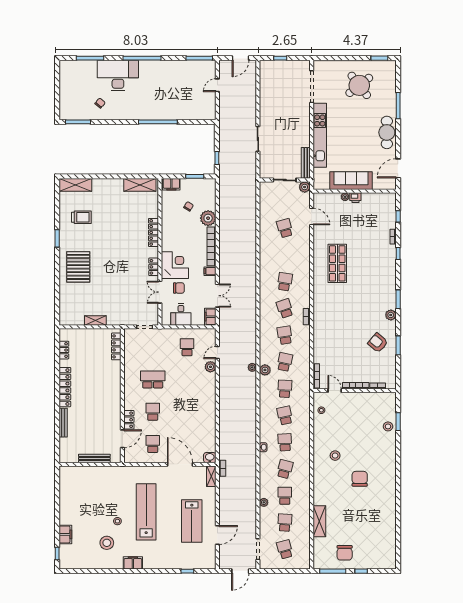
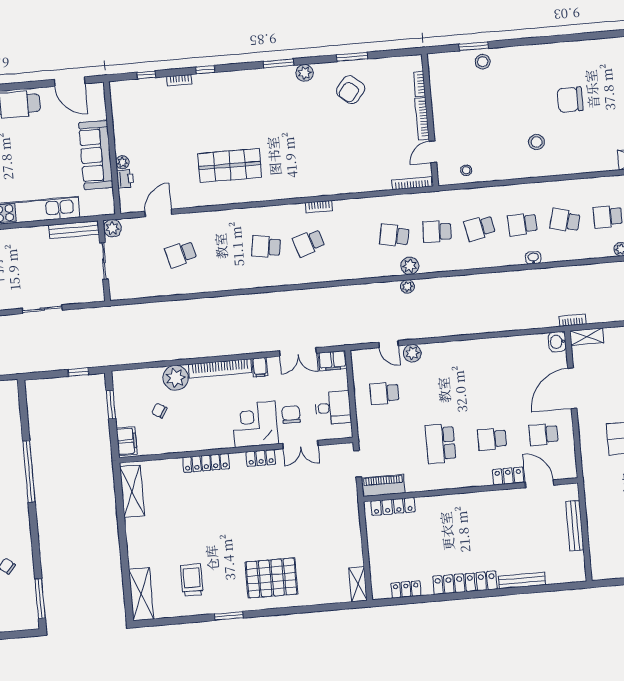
printer: (355, 198) -> (125, 179), moved
double door: (217, 296) -> (298, 352), swing flipped
shelving: (95, 320) -> (358, 584), moved
school desk: (285, 335) -> (352, 239), removed
piano: (130, 341) -> (383, 486), added

